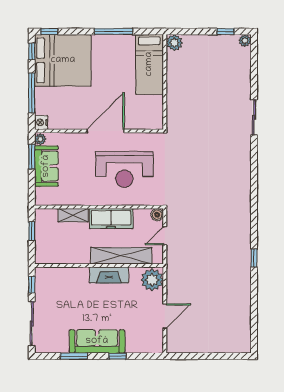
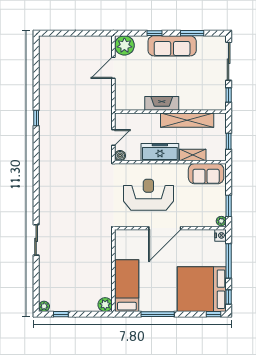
sofa: (46, 166) -> (206, 174), moved, turned -90
shelving: (121, 256) -> (187, 120), moved
plant: (152, 280) -> (124, 45), moved

